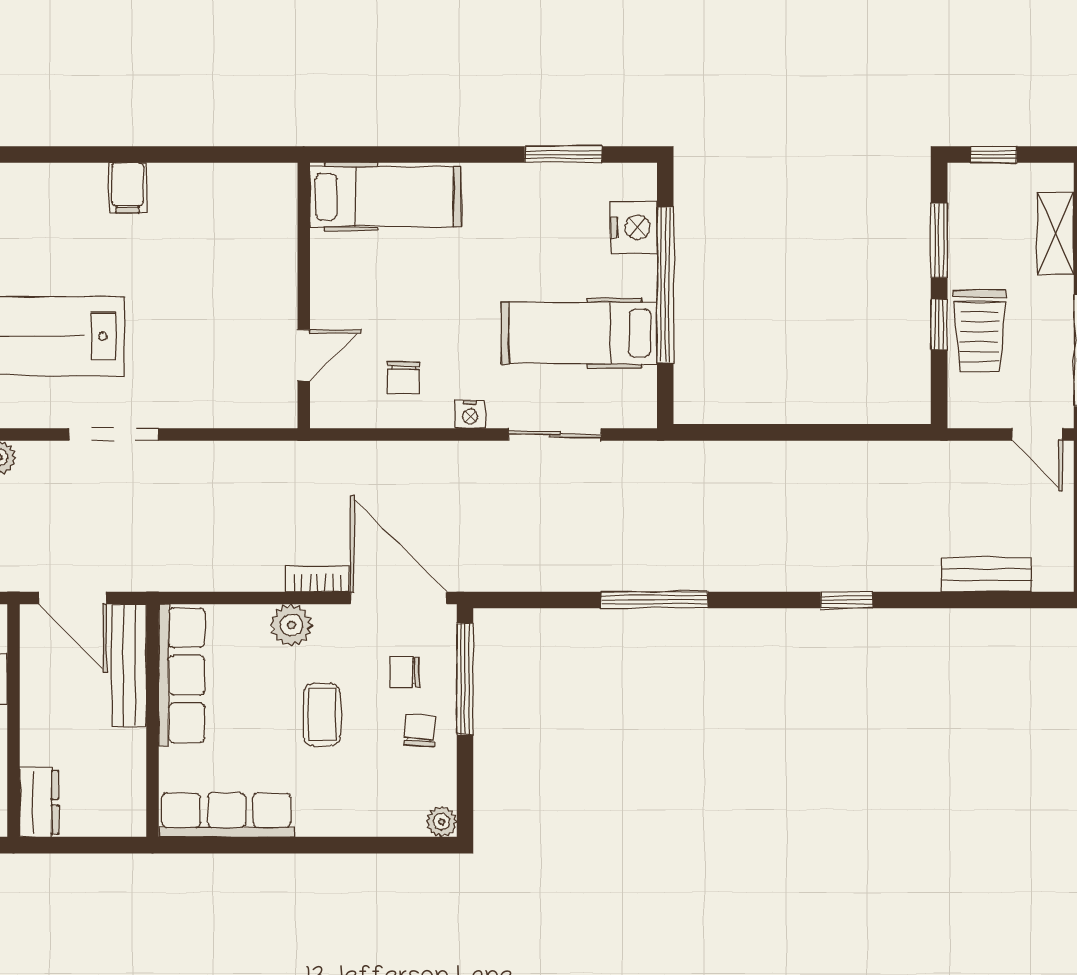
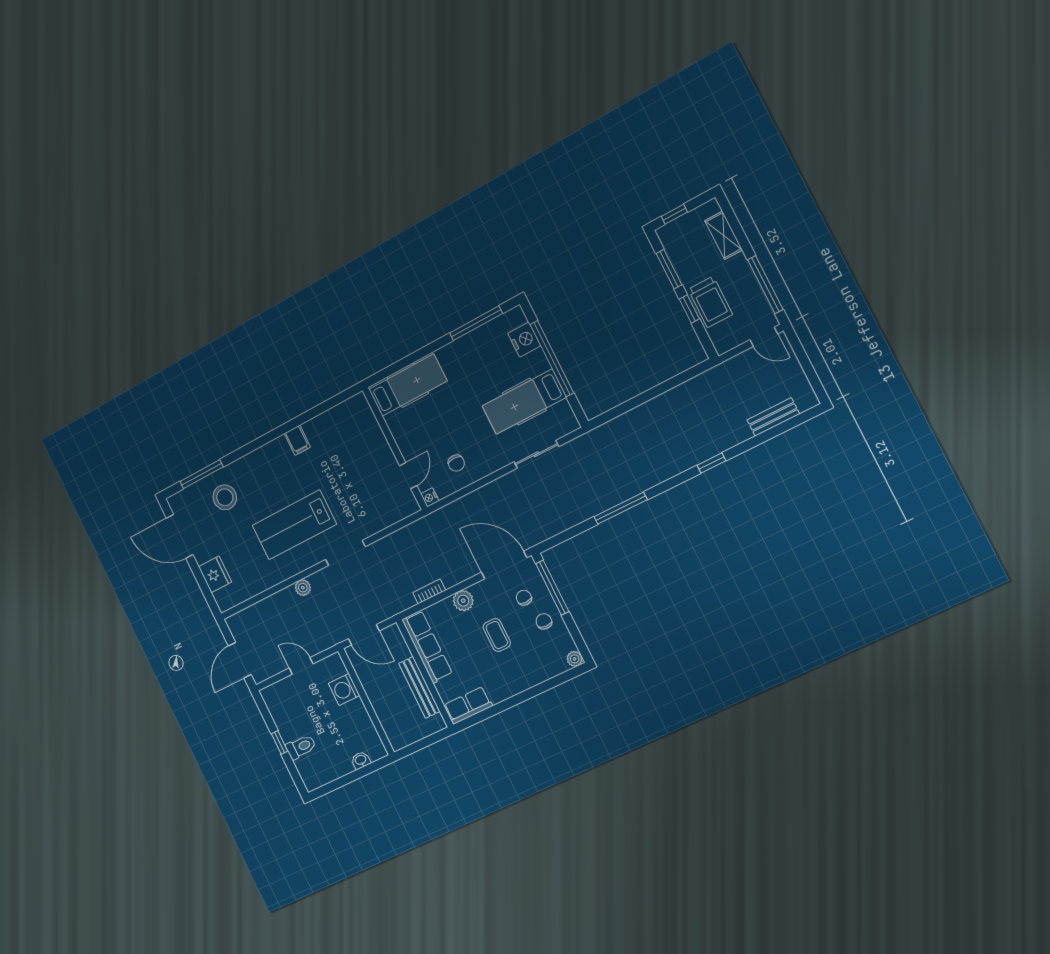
window: (563, 154) -> (476, 323), width x1.44
nightstand: (470, 414) -> (430, 497), moved, turned 90
bookcase: (318, 579) -> (429, 591), moved
bench: (129, 665) -> (419, 687), moved
chair: (405, 672) -> (524, 598), turned 90
dresser: (39, 802) -> (395, 733), removed
row of seats: (227, 815) -> (468, 705), width x0.68

